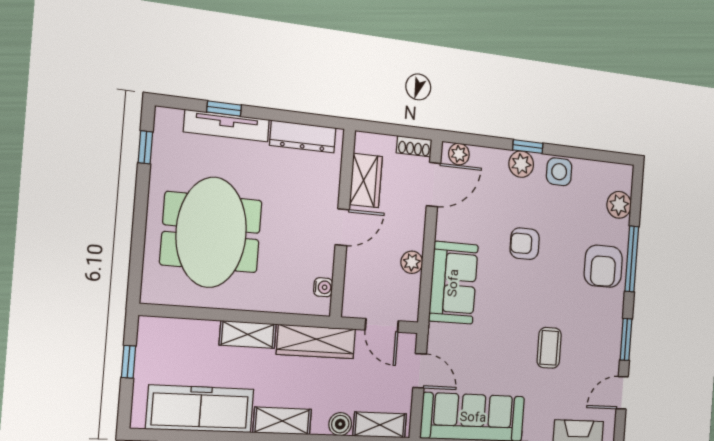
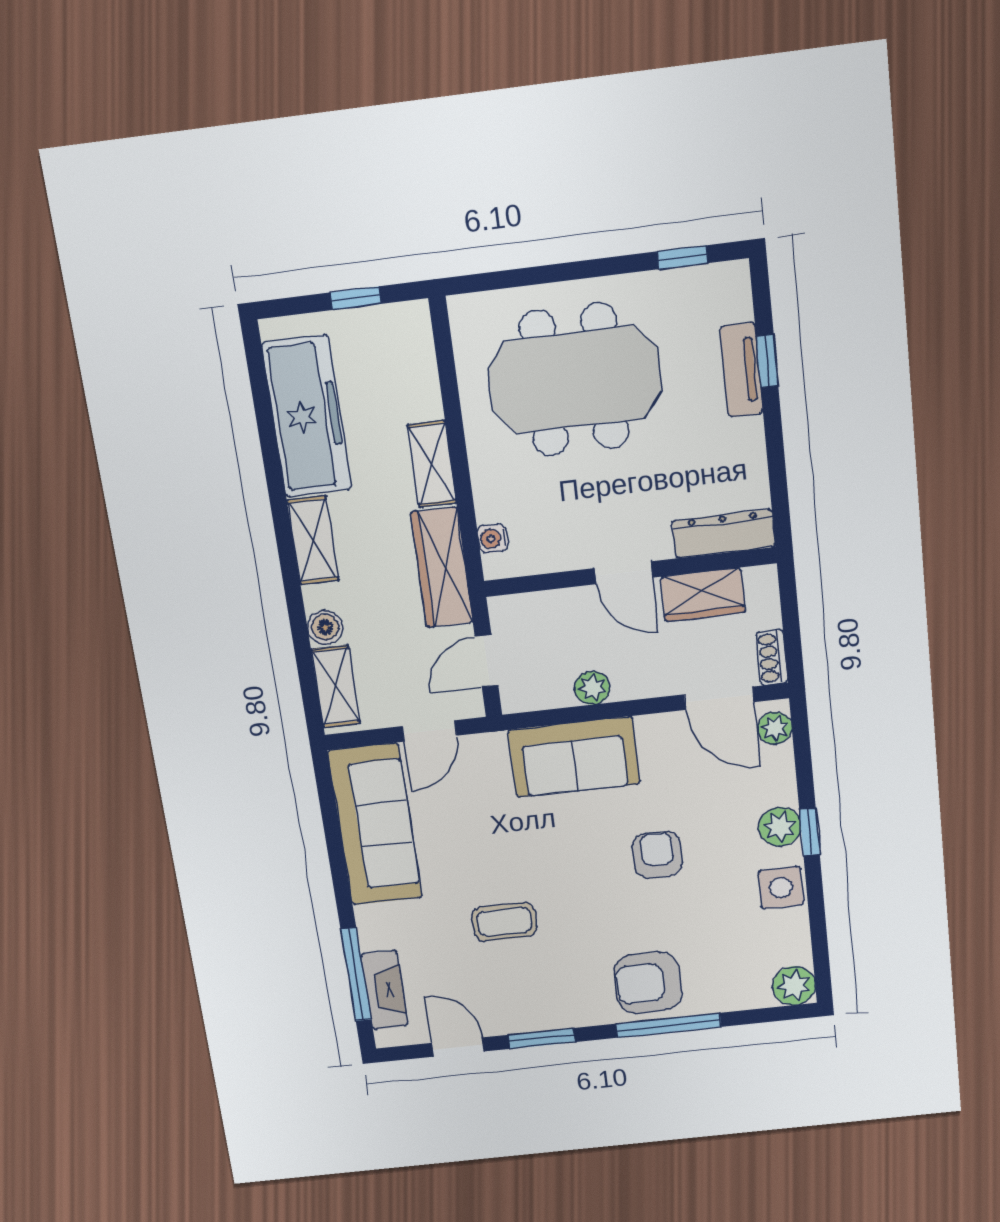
tv unit: (227, 126) -> (742, 370), width x0.71
dresser: (303, 137) -> (724, 534), moved, turned 90
plant: (619, 205) -> (794, 986), moved
water cooler: (323, 287) -> (493, 538), moved, turned 90

